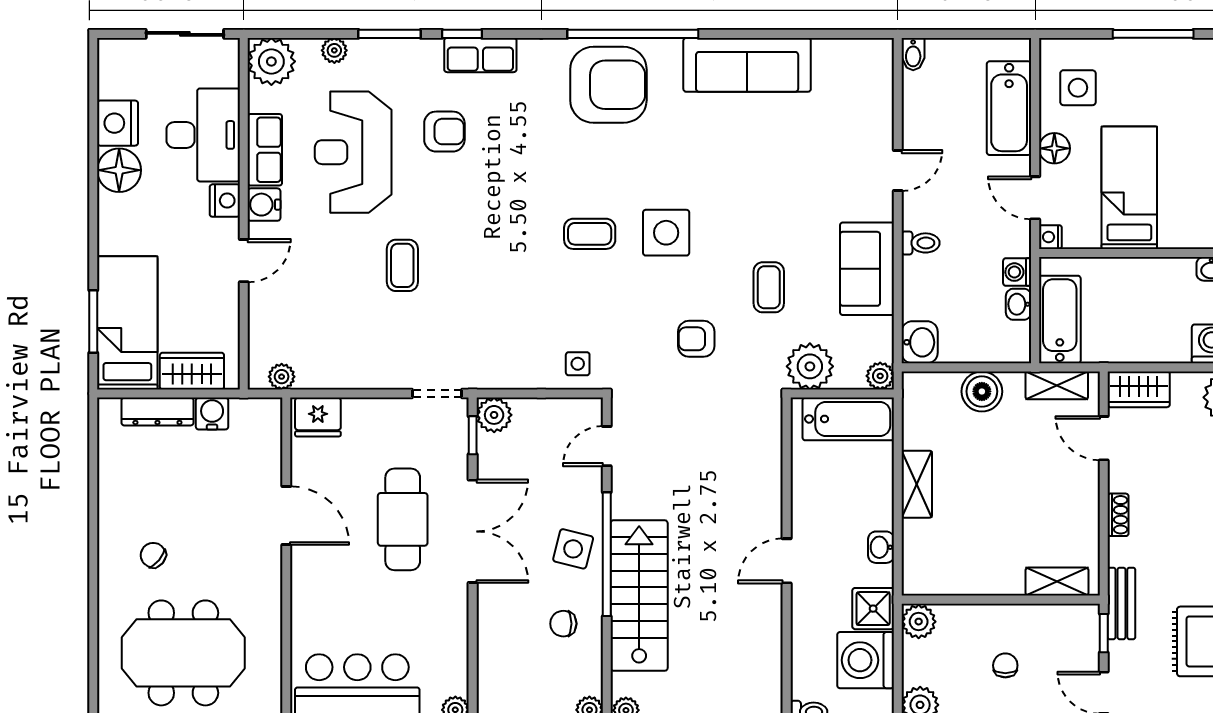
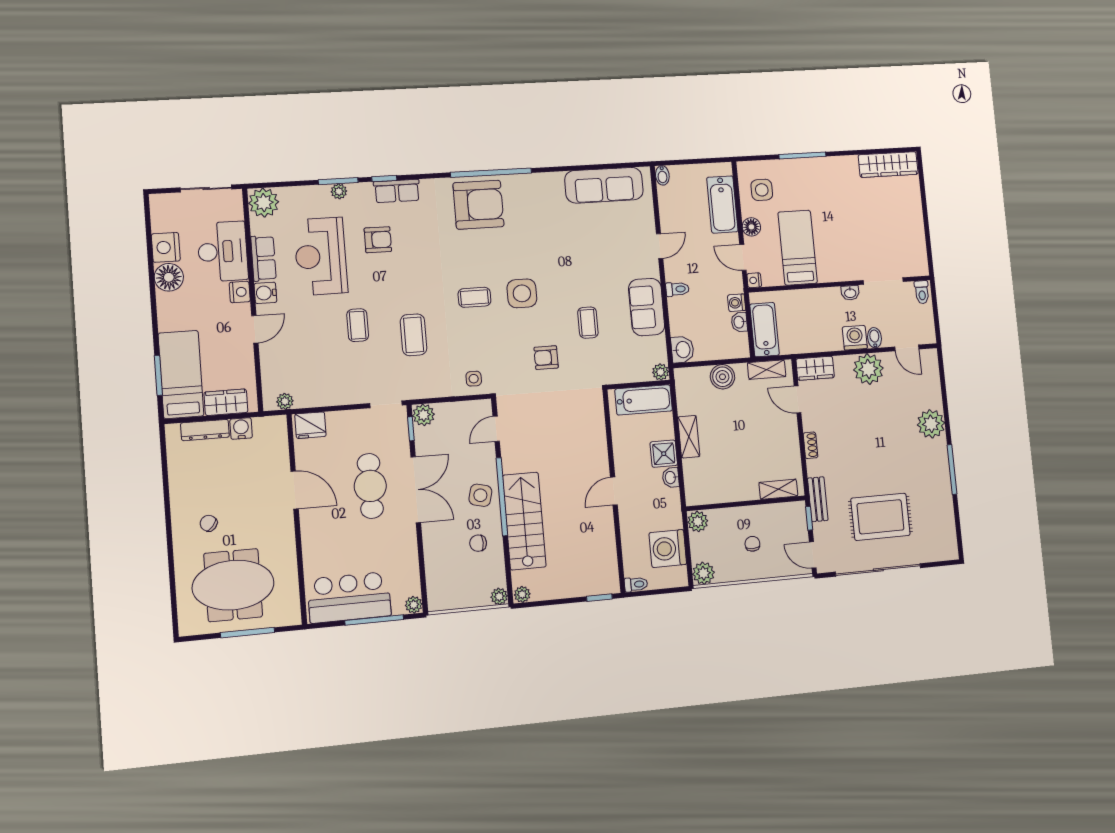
plant: (334, 50) -> (339, 191), moved
sofa: (747, 65) -> (604, 185), moved
coffee table: (489, 287) -> (414, 335), added
plant: (810, 366) -> (617, 369), removed
shower: (873, 609) -> (664, 454), moved

